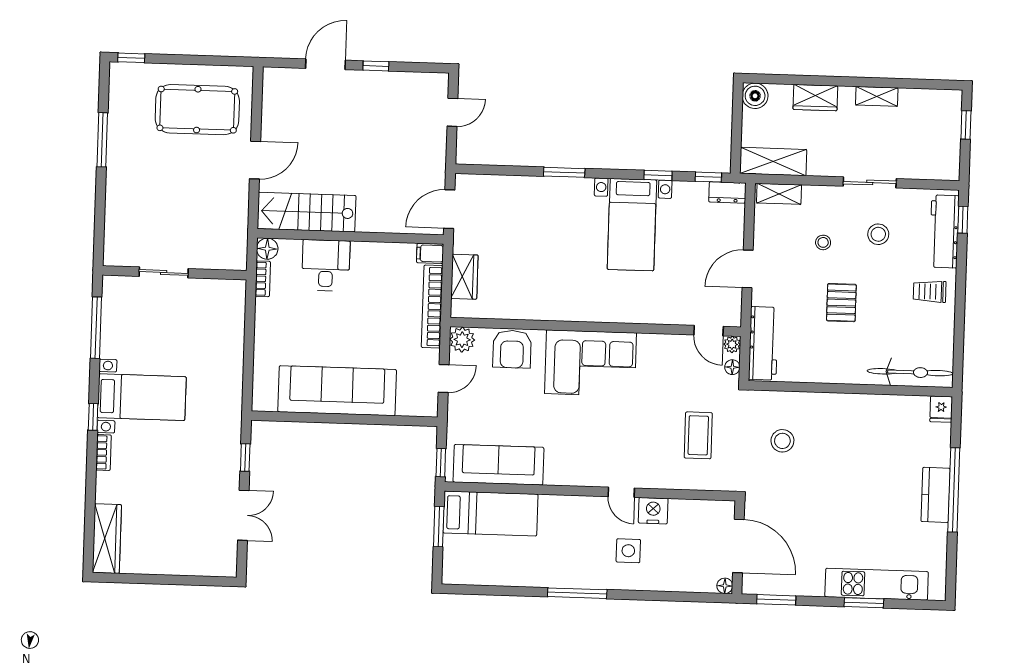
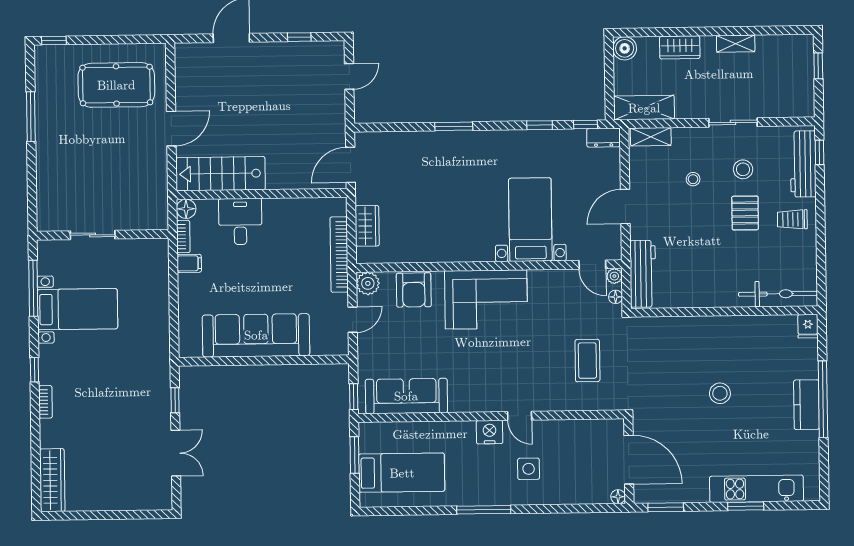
window: (376, 66) -> (299, 37), moved
bed with nightstands: (632, 225) -> (530, 220), moved, turned 180
filing cabinet: (430, 253) -> (189, 263), moved, turned 180
pallet: (841, 303) -> (745, 213), moved
bed with nightstands: (142, 397) -> (77, 309), moved
stool: (782, 441) -> (720, 393), moved
nightstand: (653, 511) -> (489, 432), moved
bed: (490, 514) -> (402, 473), moved

